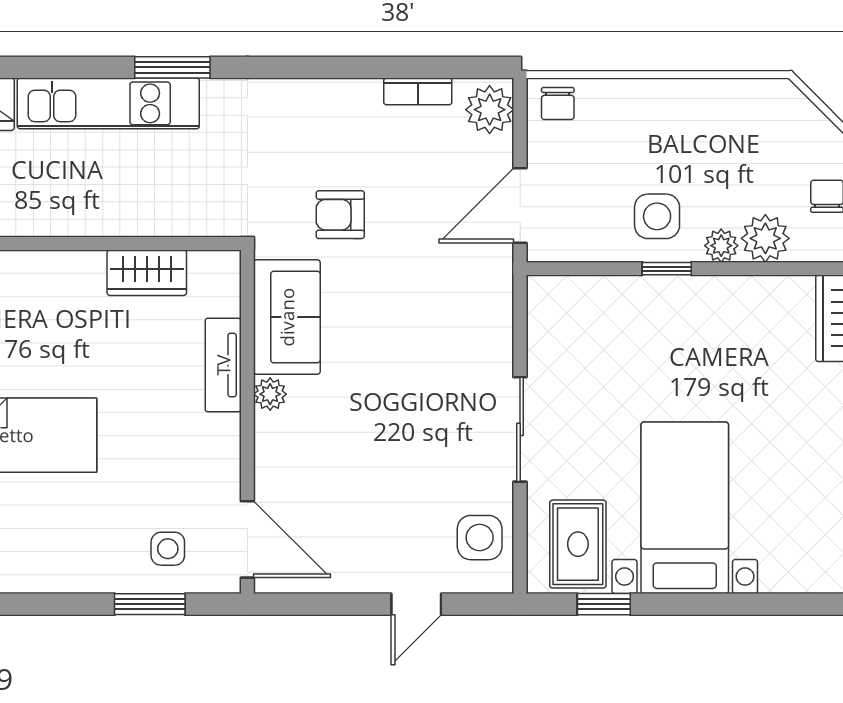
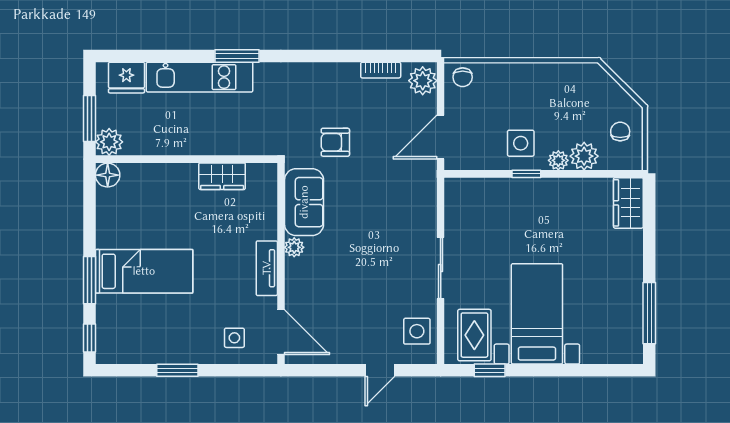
tv unit: (223, 365) -> (267, 268), moved
window: (150, 604) -> (177, 370), moved

